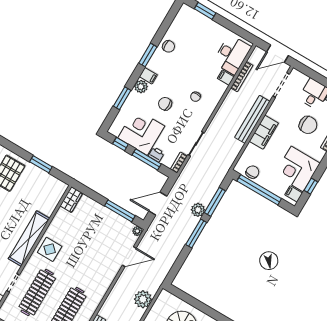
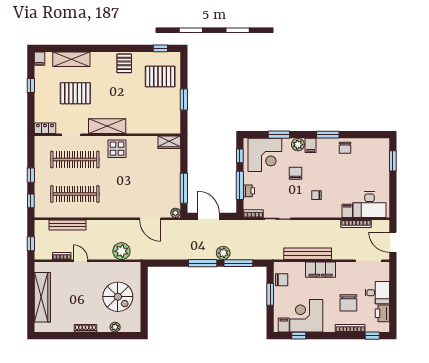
bench: (252, 119) -> (308, 254), moved
corner desk: (141, 132) -> (265, 155), moved, turned 90
window: (259, 190) -> (270, 294), width x0.47
shelving: (29, 239) -> (107, 126), width x0.68

